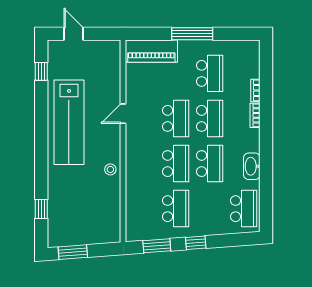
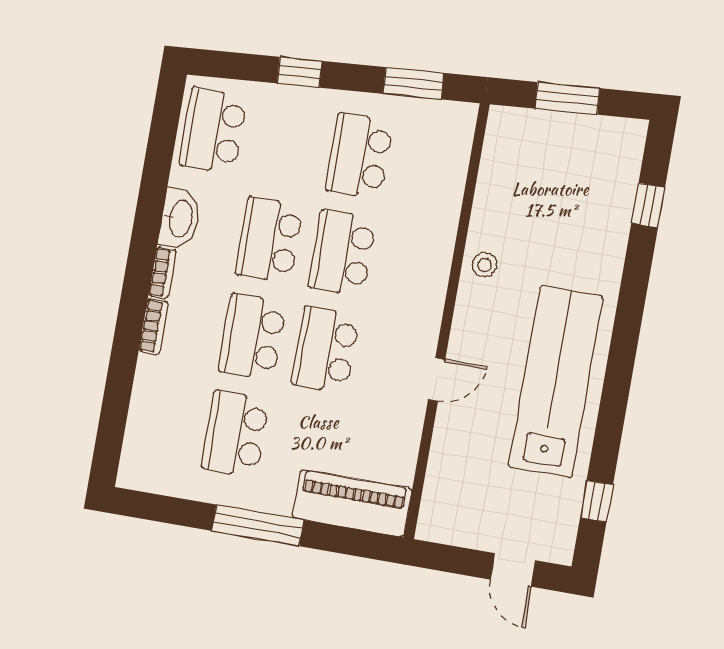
bookcase: (255, 90) -> (162, 273), moved
window: (196, 243) -> (299, 72), moved
window: (73, 252) -> (567, 98), moved

